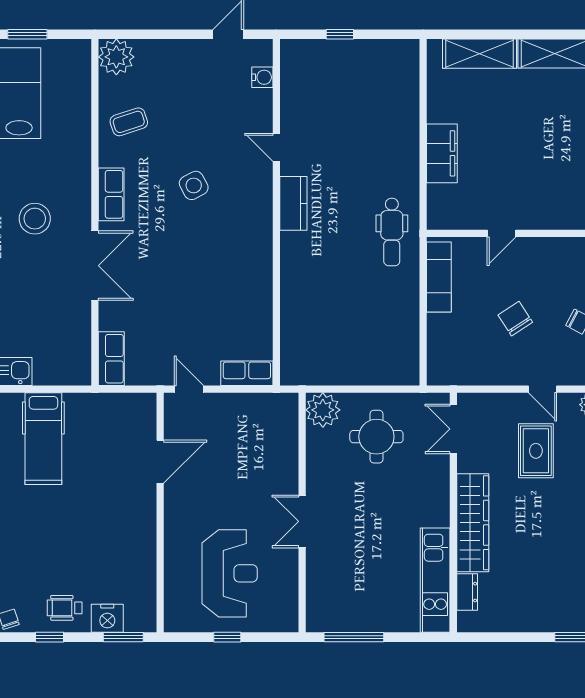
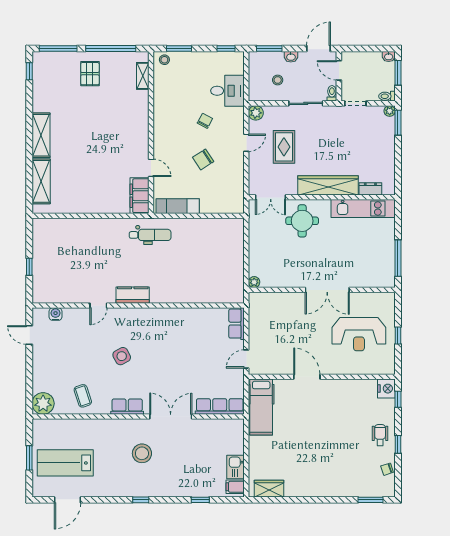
filing cabinet: (442, 153) -> (139, 196), moved, turned -90
row of seats: (111, 359) -> (220, 407), width x1.48
plant: (323, 410) -> (254, 282), width x0.53, depth x0.53
round table: (376, 437) -> (302, 221), moved
hospital bed: (43, 439) -> (261, 407), moved, turned 90
rug: (536, 451) -> (284, 147), turned 90
door: (160, 462) -> (307, 377), moved
double door: (302, 521) -> (327, 290), width x1.37
reception desk: (230, 573) -> (359, 334), turned 180
wheelchair: (65, 608) -> (380, 435), turned 180
nightstand: (107, 618) -> (386, 389), moved
window: (123, 637) -> (398, 399), width x0.67

